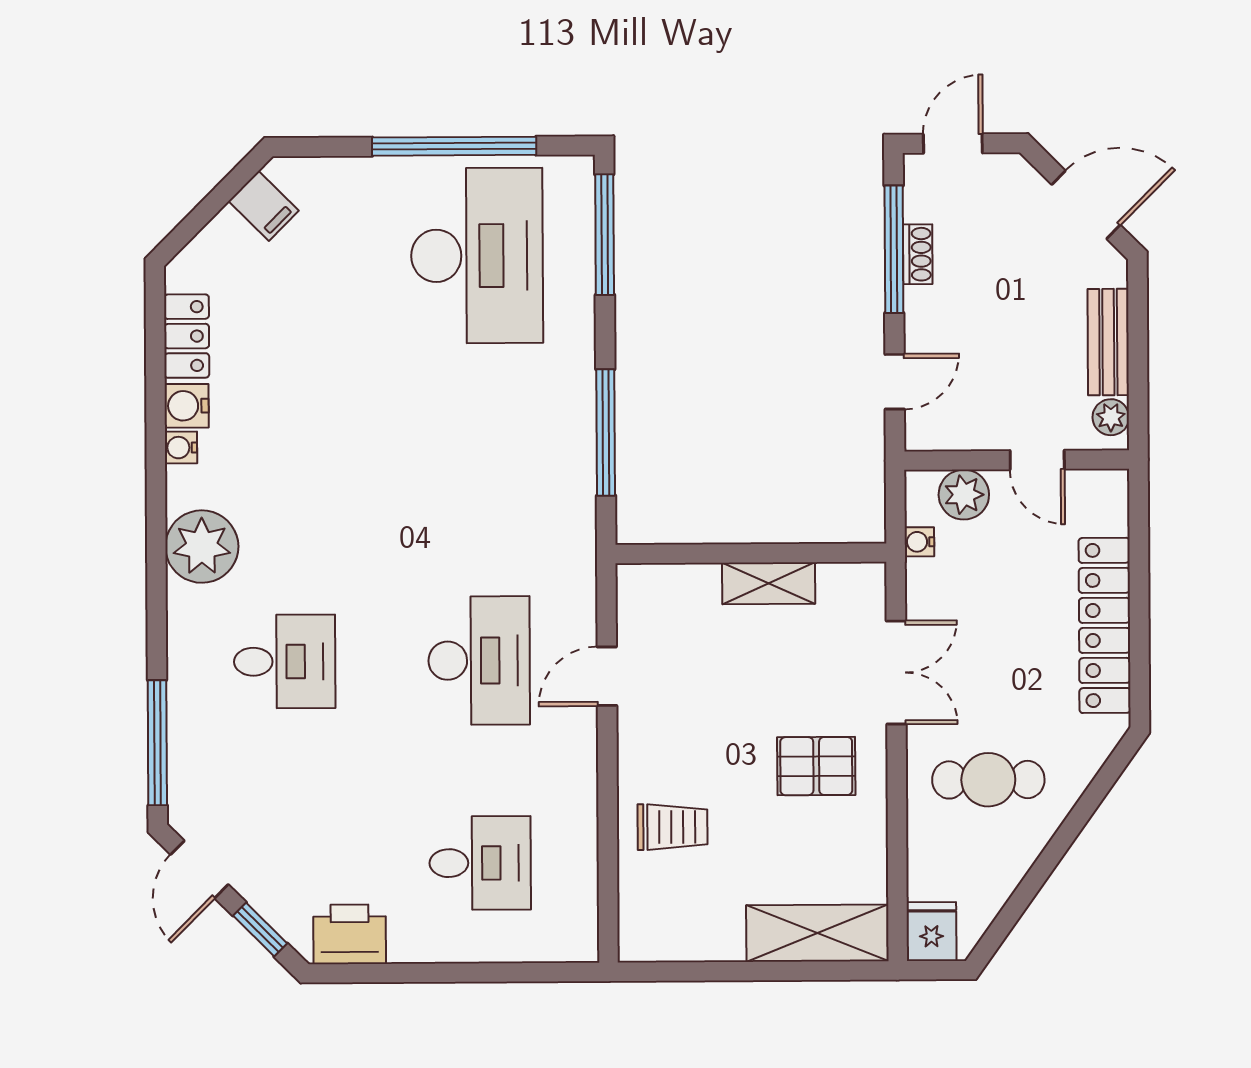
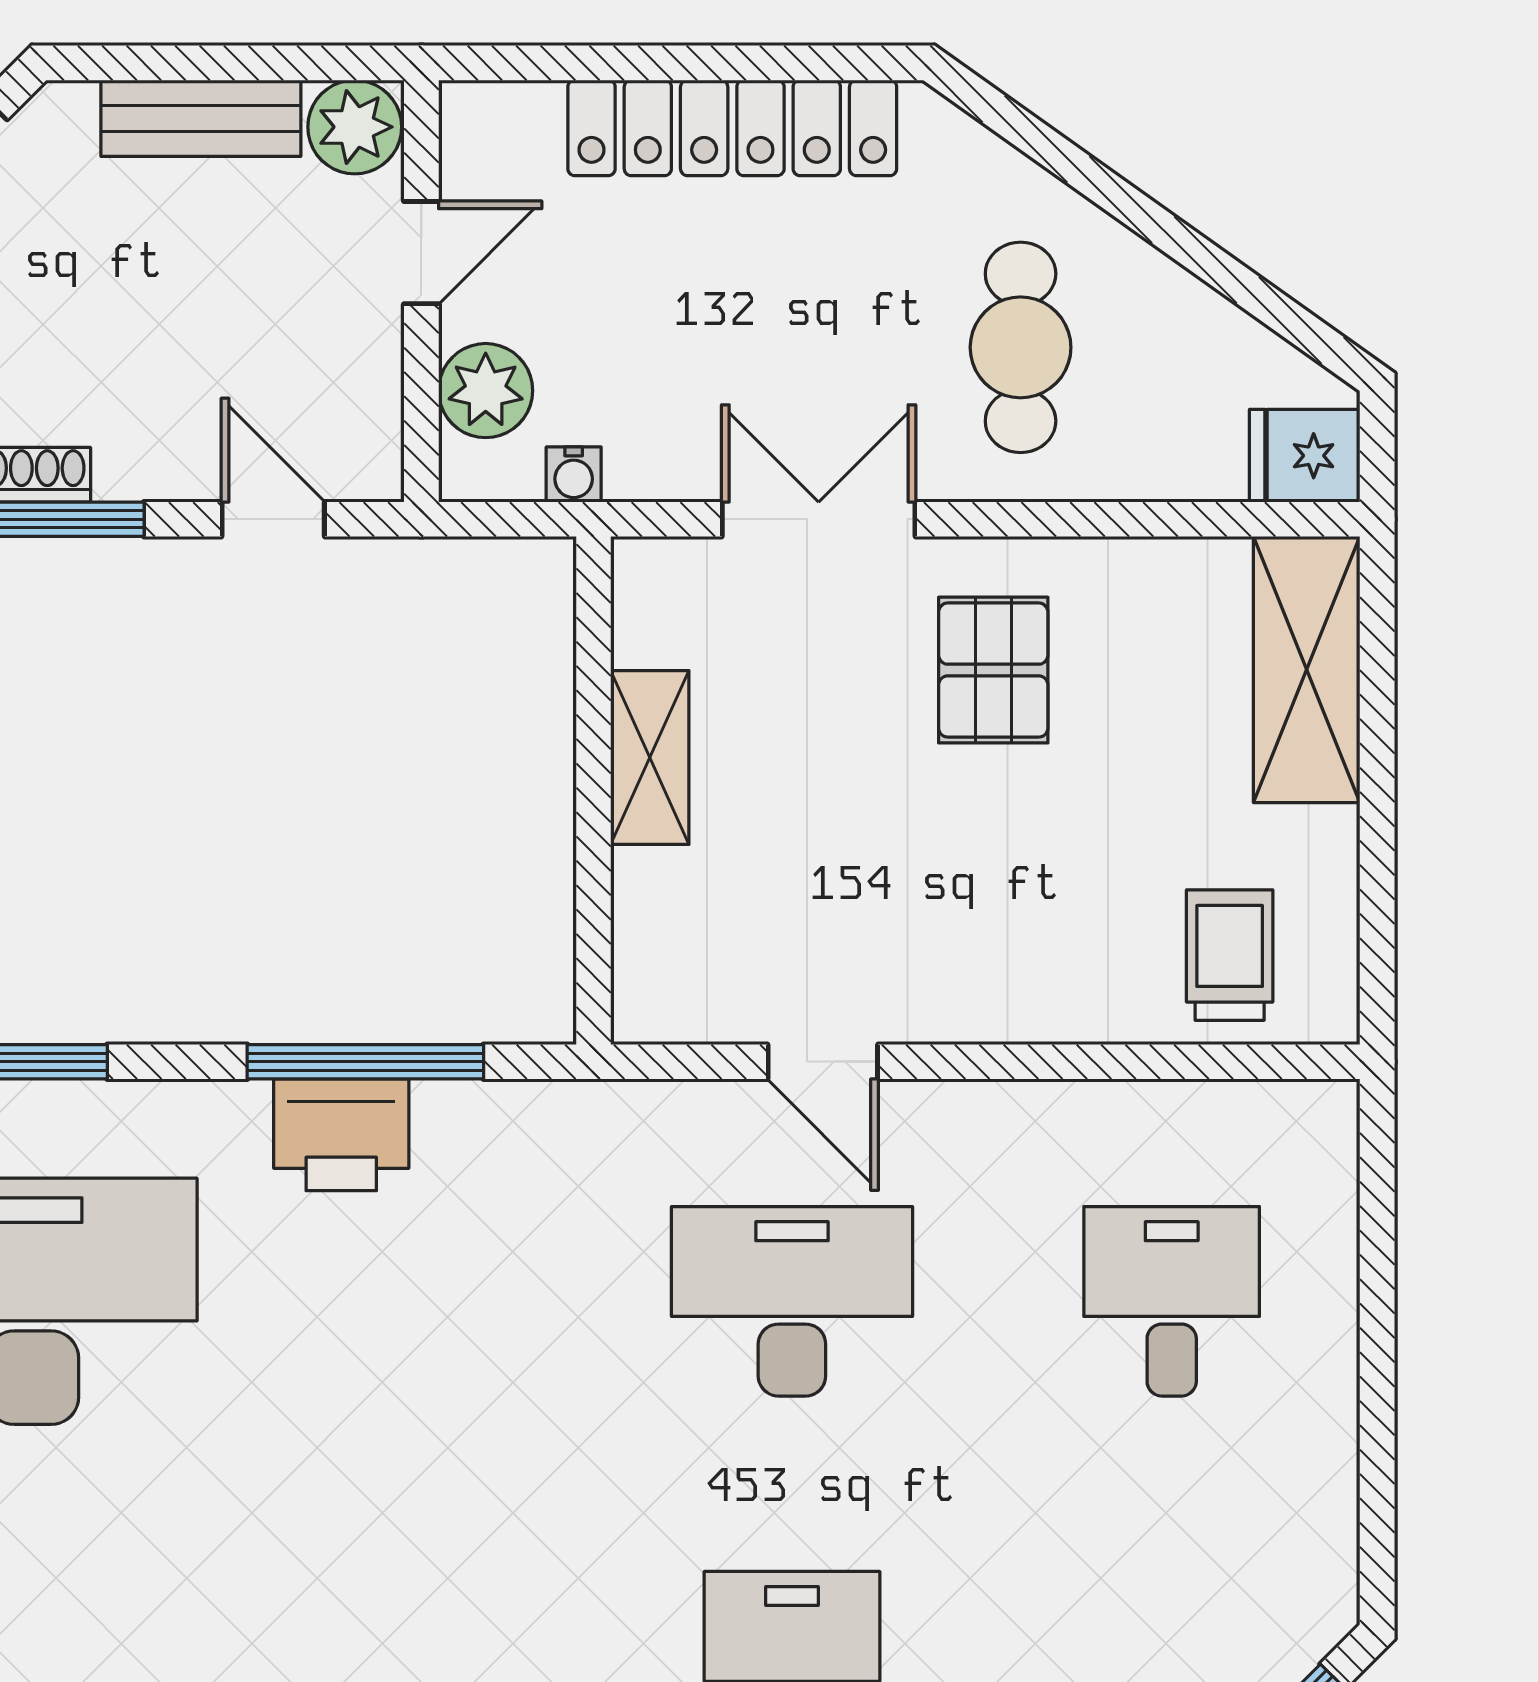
plant: (1111, 417) -> (355, 127), width x1.38, depth x1.38
trolley: (672, 827) -> (1230, 955), moved
printer: (350, 934) -> (341, 1135), moved, turned -90

